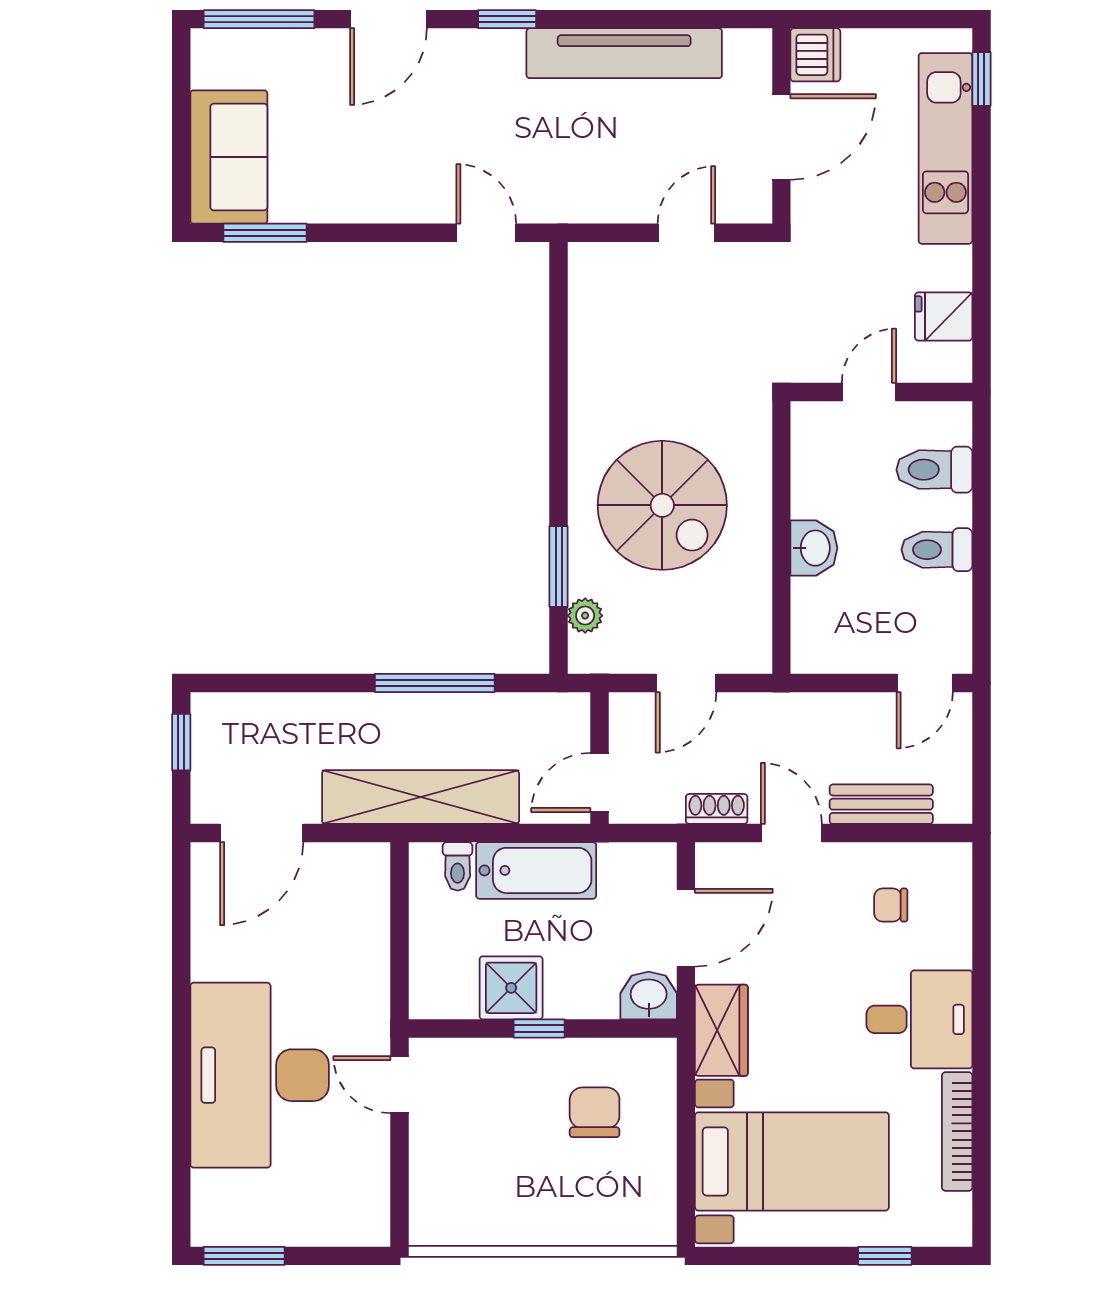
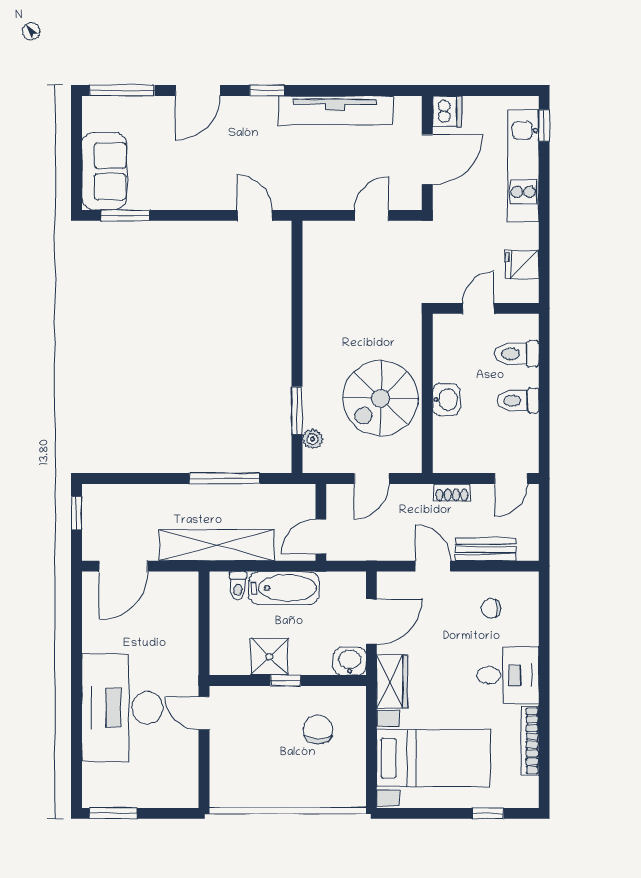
spiral stairs: (662, 505) -> (381, 398), moved, turned 90
shoe rack: (717, 809) -> (452, 493), moved, turned 180

